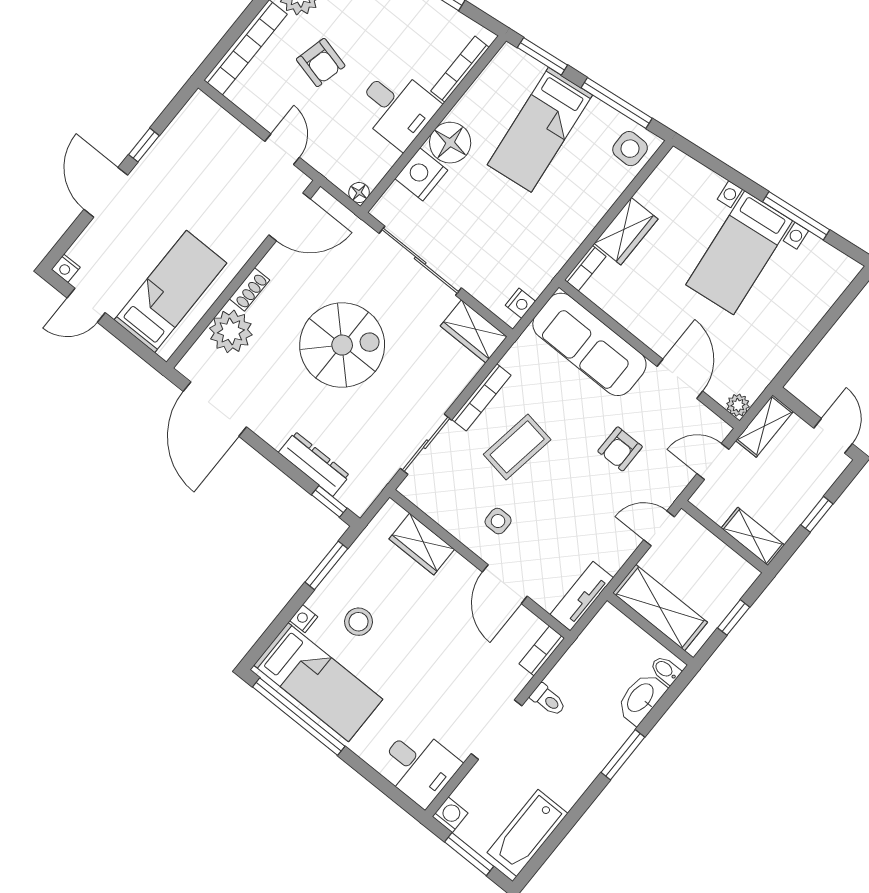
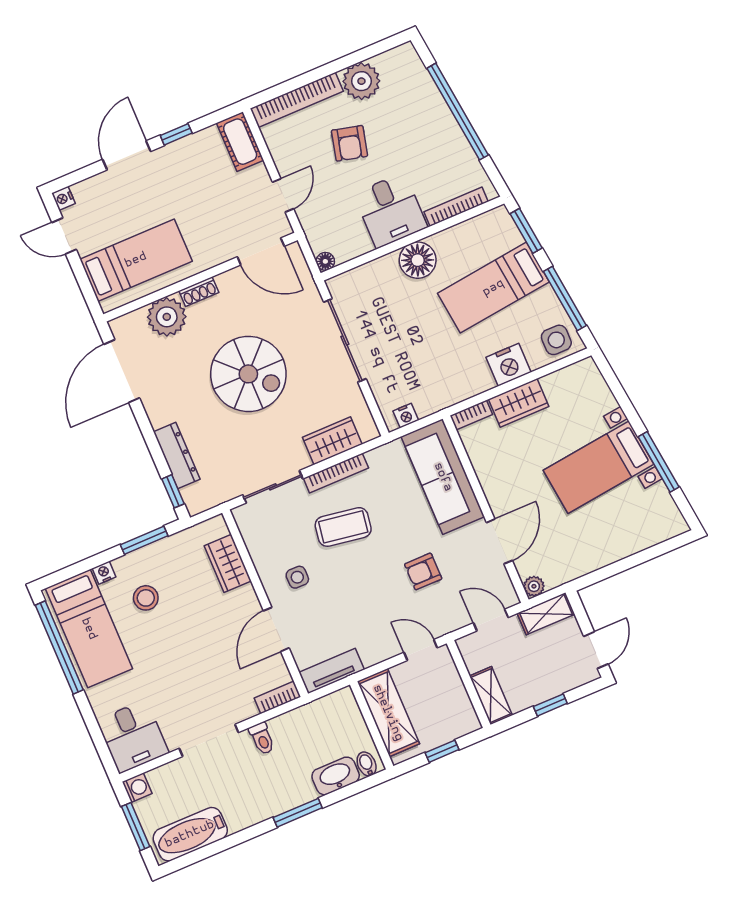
cot: (211, 119) -> (240, 142), added
nightstand: (421, 174) -> (508, 365), moved, turned 180
wardrobe: (474, 331) -> (332, 441), moved, turned 90

